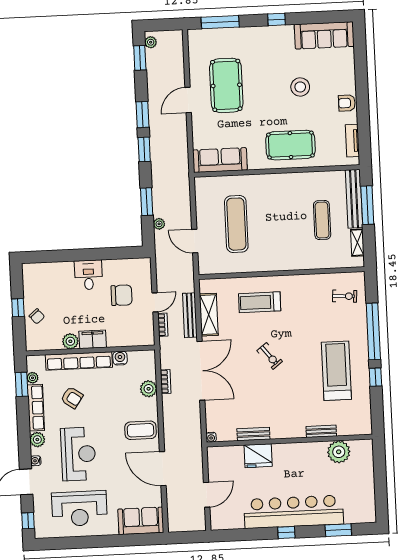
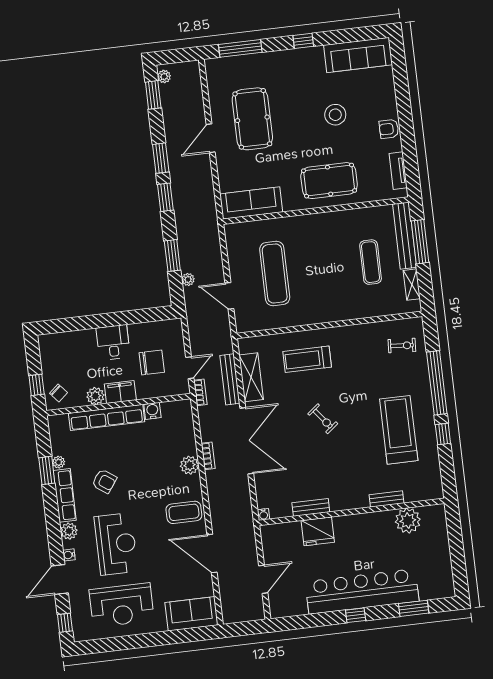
filing cabinet: (93, 339) -> (120, 392), moved
plant: (70, 341) -> (95, 396), moved
wall: (90, 350) -> (119, 405), moved
water cooler: (120, 358) -> (152, 411), moved
row of seats: (79, 361) -> (107, 417), moved

